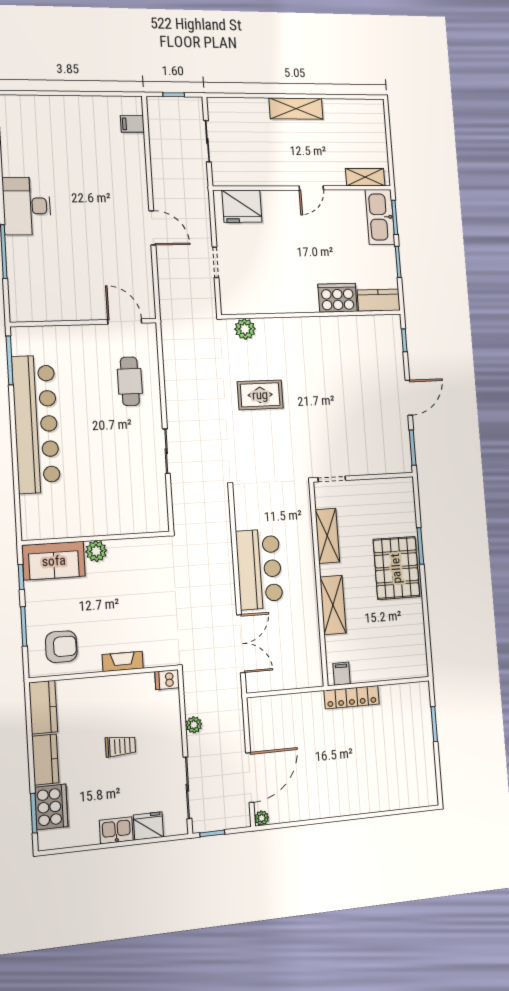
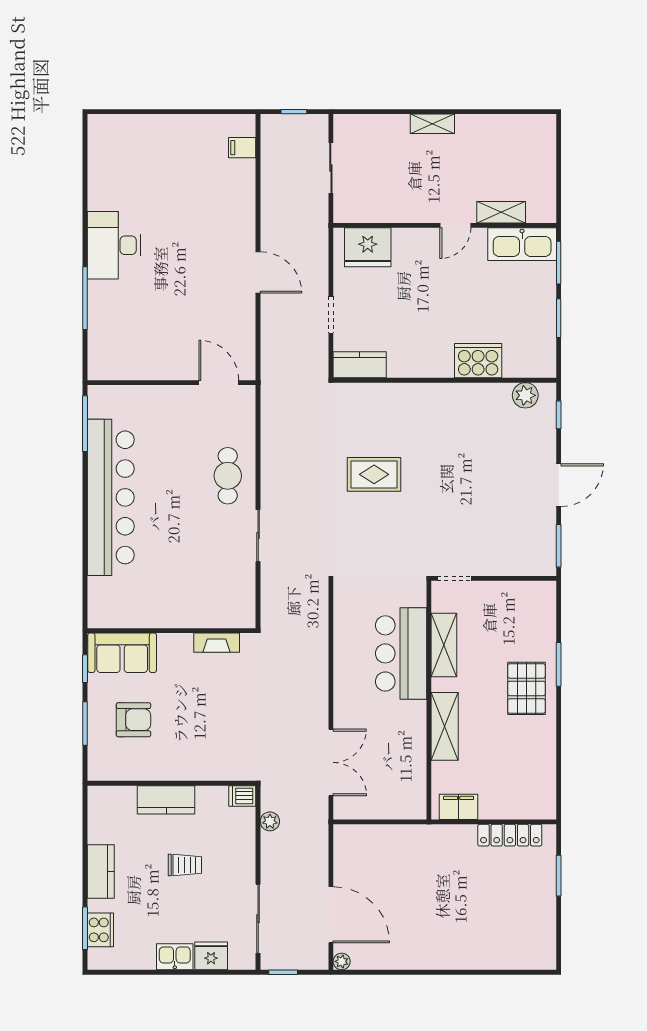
shelving: (296, 109) -> (432, 124), width x0.67, depth x0.75
shelving: (365, 177) -> (501, 212), moved
kitchen sink: (380, 217) -> (522, 244), moved, turned -90
kitchen counter: (379, 300) -> (360, 365), moved
plant: (245, 329) -> (525, 395), moved
cafe table: (130, 381) -> (228, 476), moved
plant: (96, 551) -> (170, 645), removed
pallet: (396, 568) -> (526, 688), width x0.73, depth x0.71
bar counter: (259, 569) -> (401, 653), moved, turned 180
armchair: (61, 647) -> (133, 720), moved
fireplace: (123, 661) -> (217, 643), moved, turned 180
filing cabinet: (342, 674) -> (459, 807), width x2.00
locker: (352, 697) -> (510, 835), moved
kitchen counter: (43, 707) -> (166, 800), moved, turned 90
plant: (194, 725) -> (270, 821), moved
door: (250, 778) -> (331, 915), hinge flipped
cooker: (51, 807) -> (100, 930), width x0.73, depth x0.76

